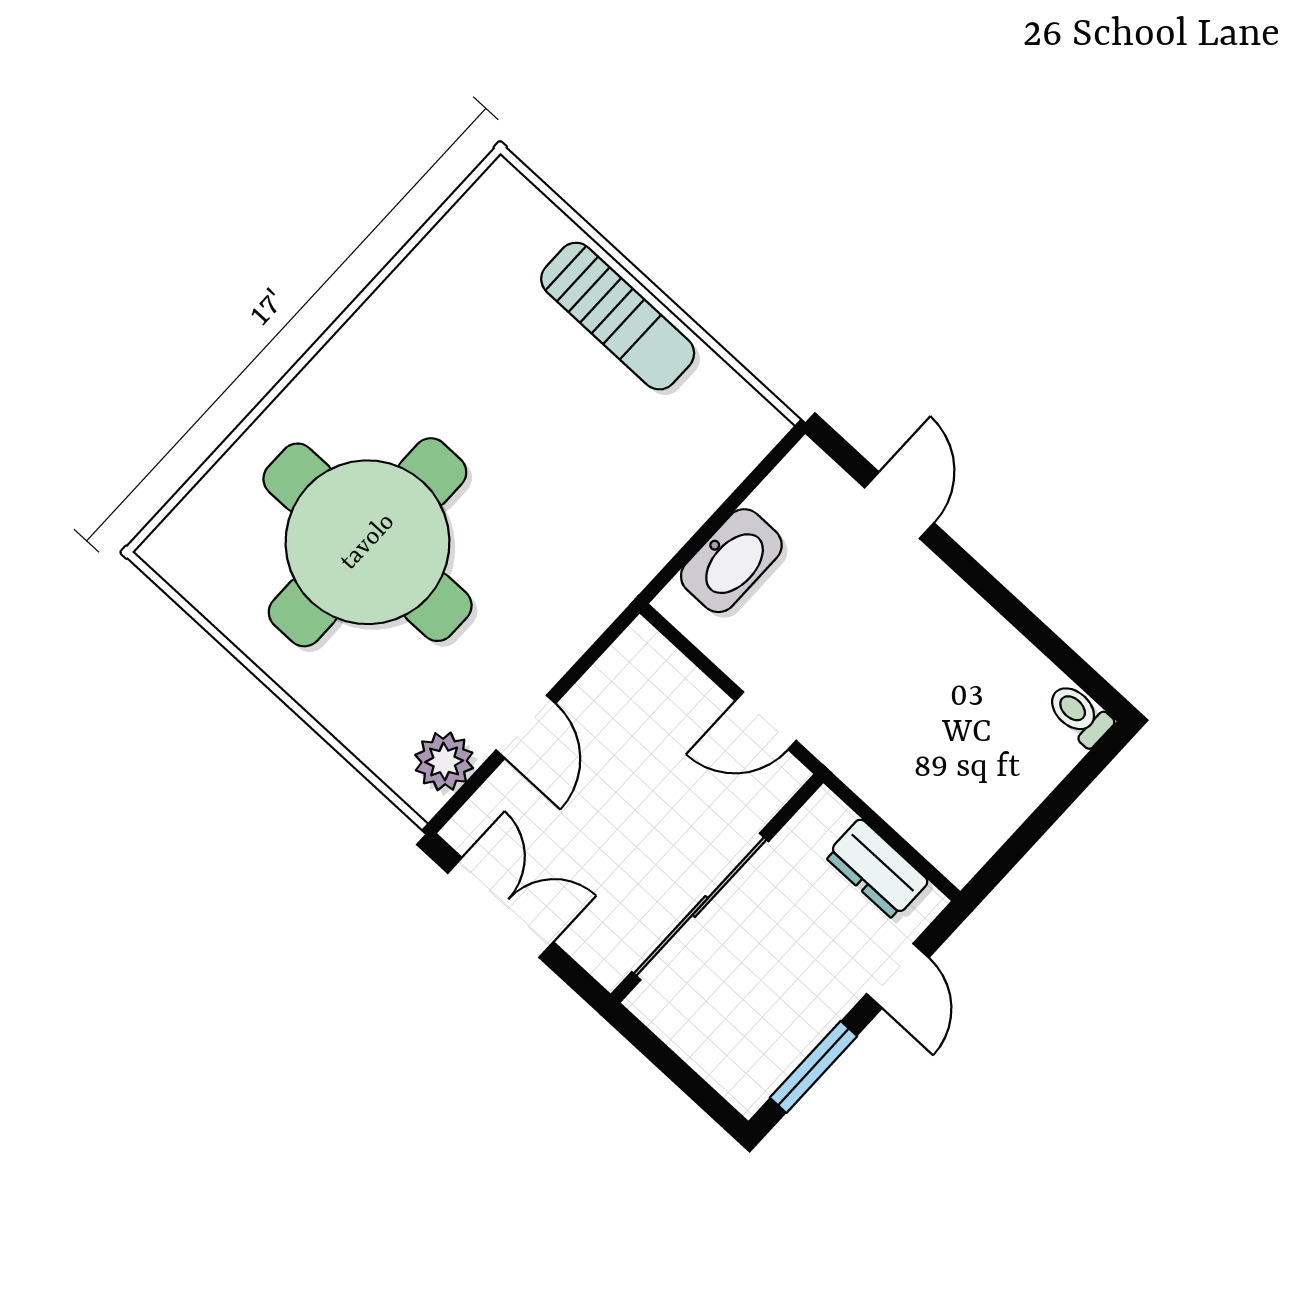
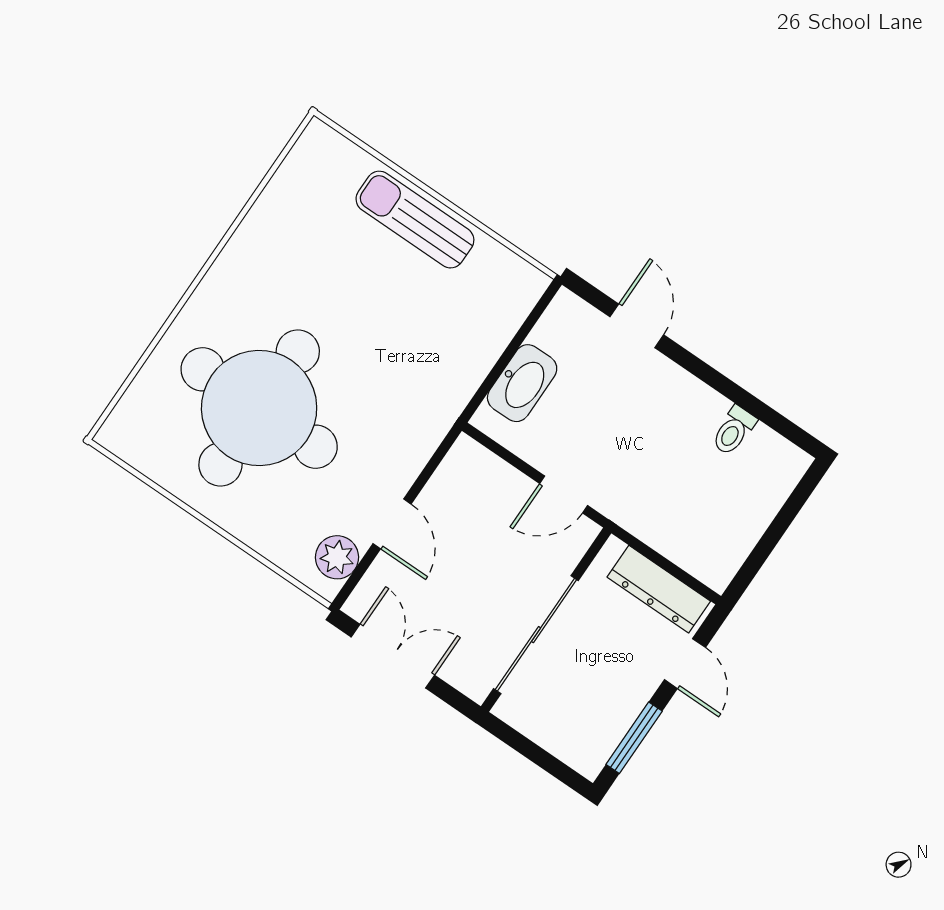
sun lounger: (618, 316) -> (415, 220), turned 180
toilet: (1079, 714) -> (734, 431), moved, turned -90
dresser: (877, 869) -> (659, 589), width x1.44

